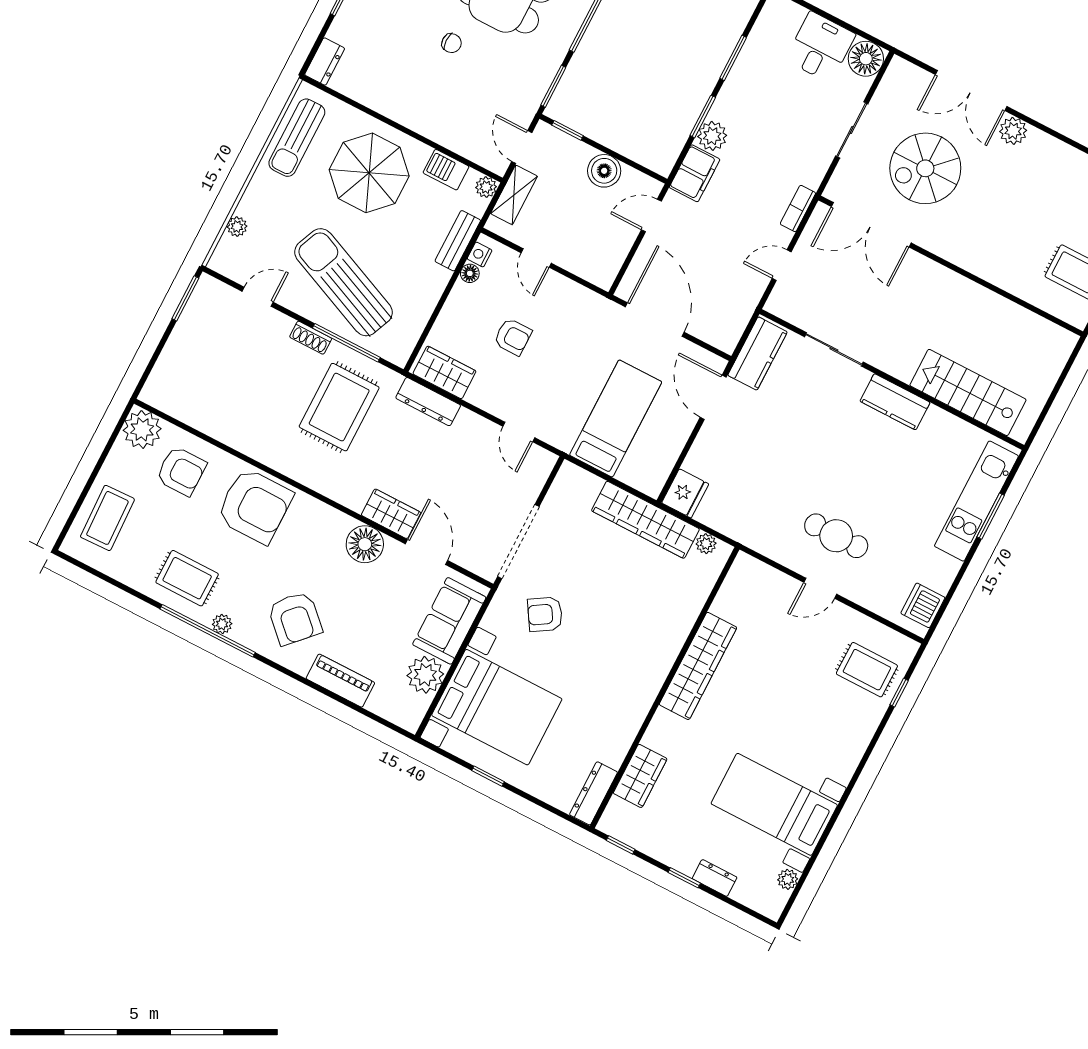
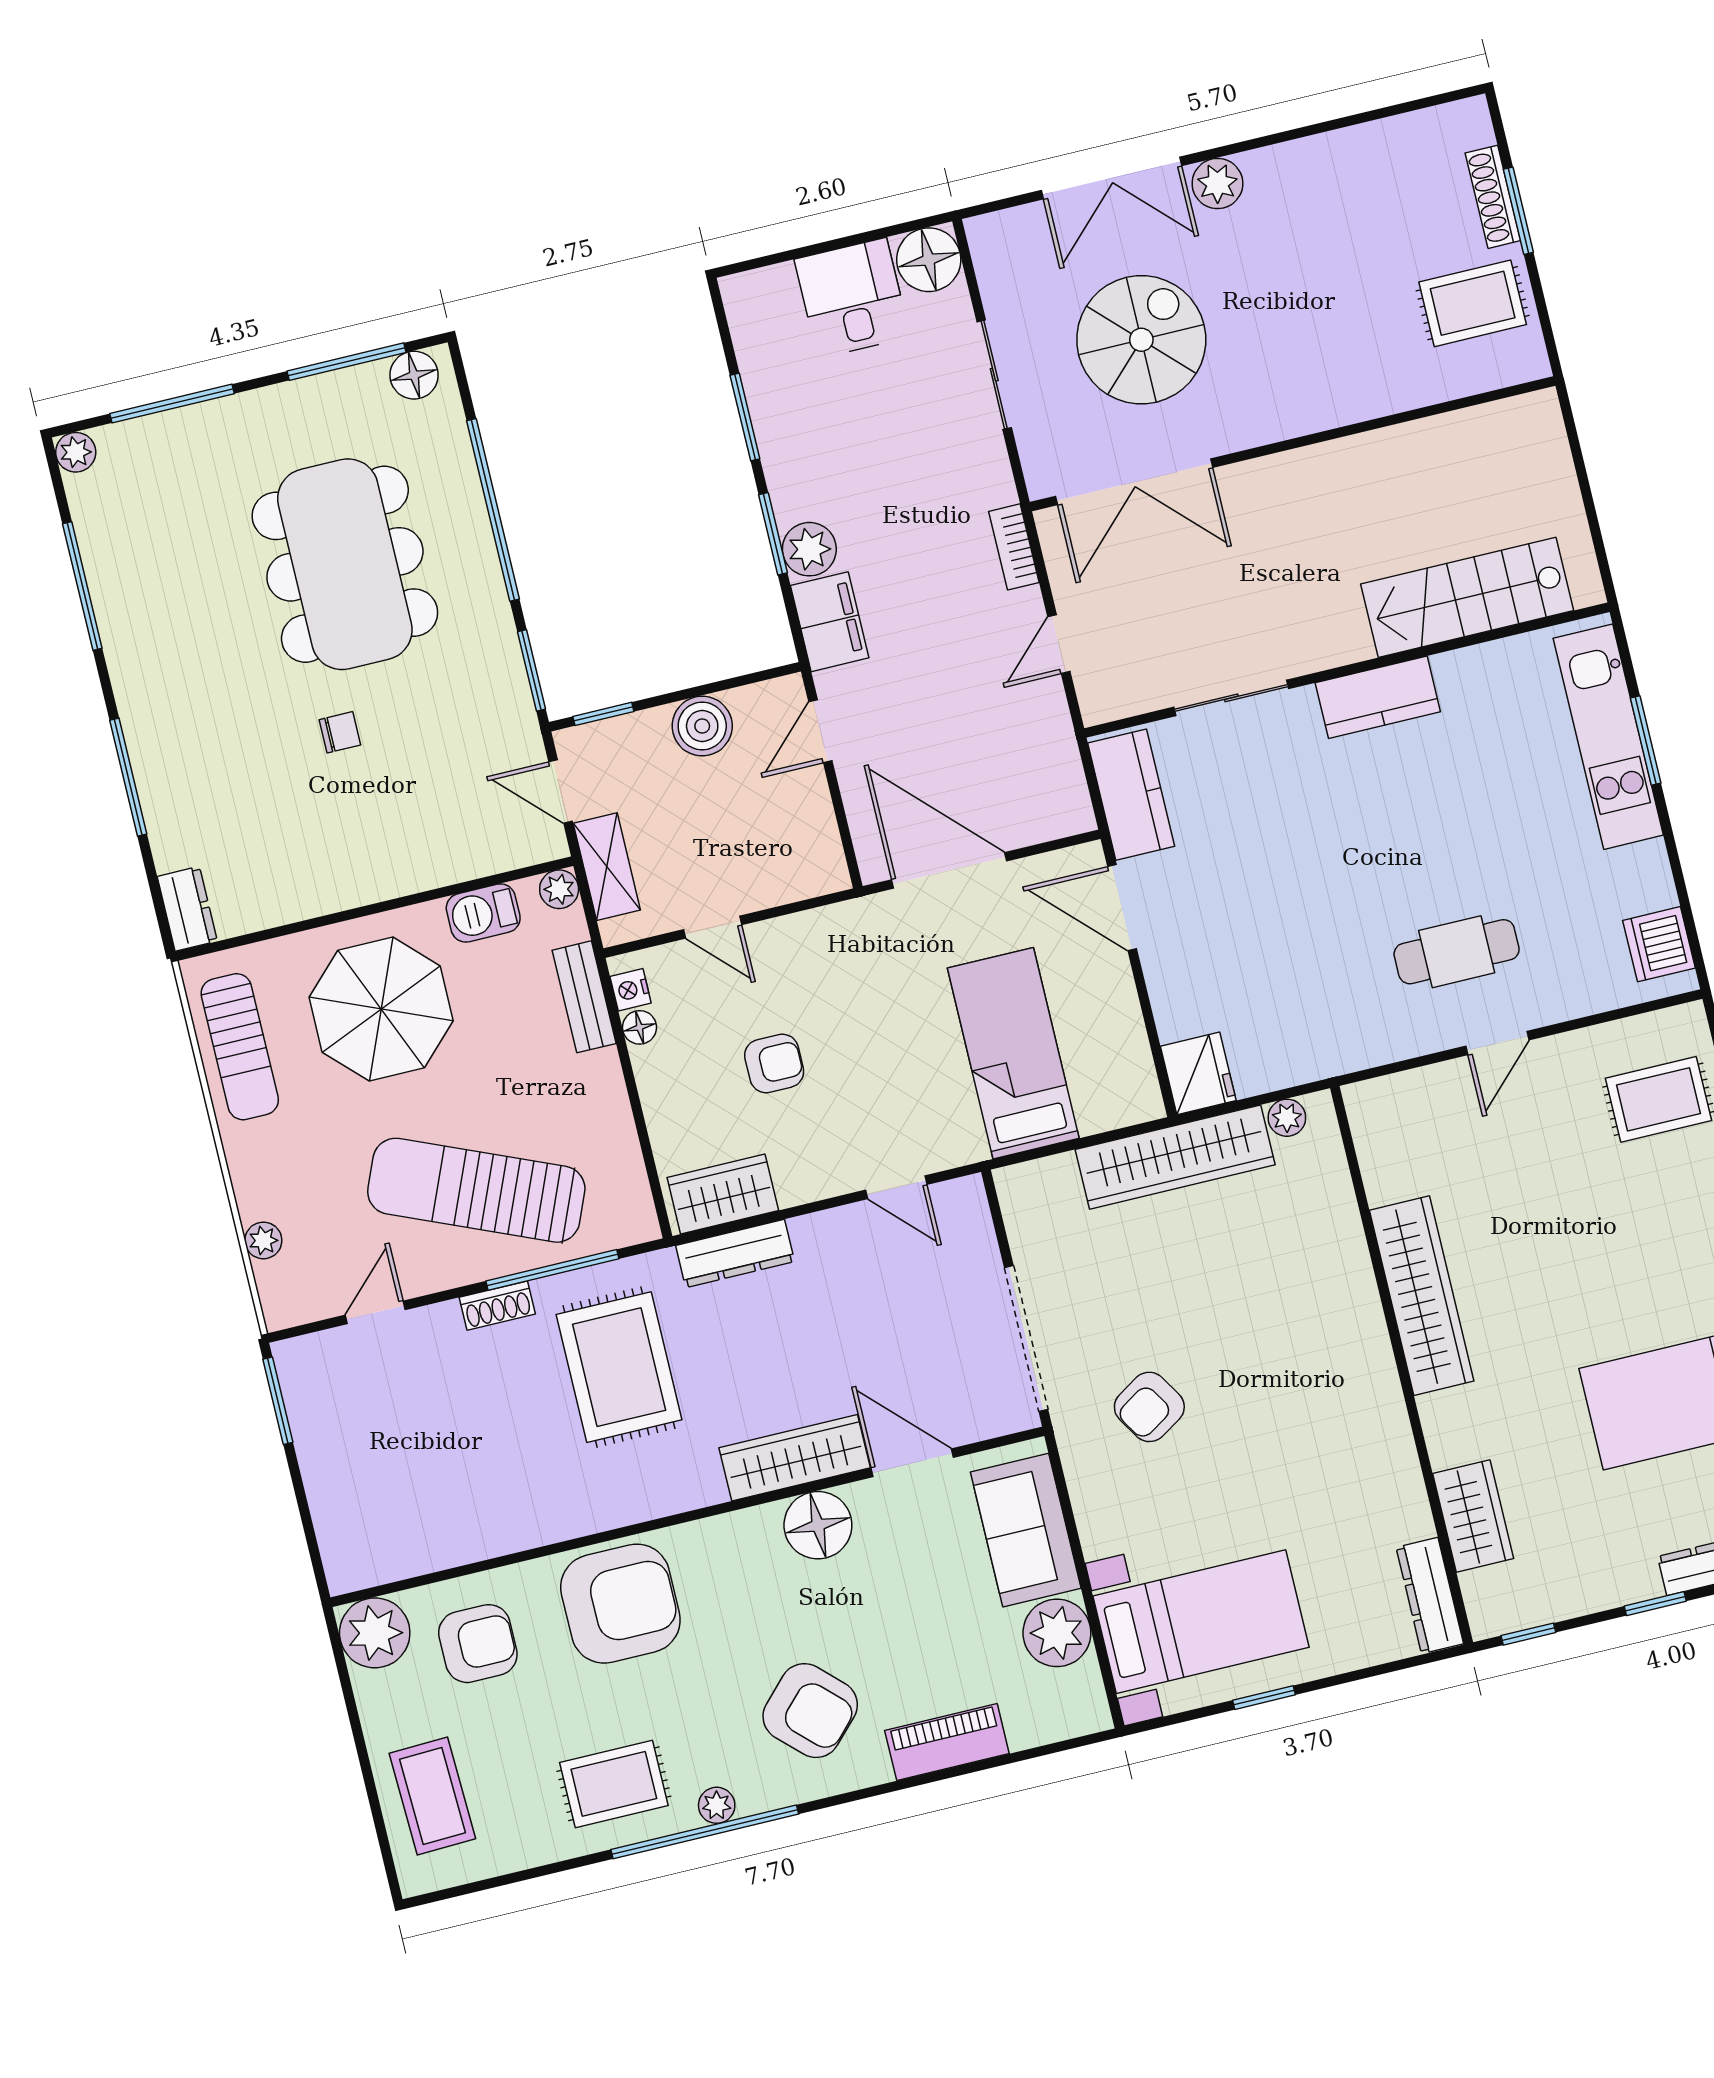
spiral stairs: (925, 168) -> (1141, 340), turned 180
wardrobe: (391, 514) -> (795, 1458), width x1.50
bed with nightstands: (497, 707) -> (1201, 1622), width x0.73

